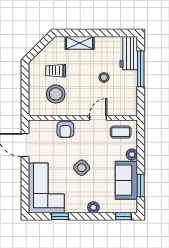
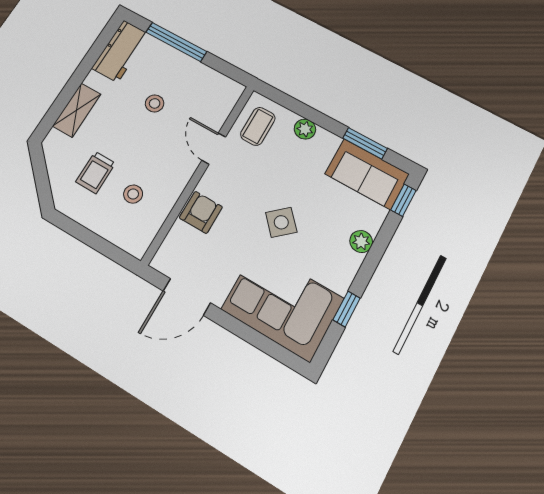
workbench: (129, 53) -> (121, 51), moved, turned -90
stool: (56, 94) -> (133, 194), width x0.53, depth x0.53
armchair: (65, 129) -> (201, 212), turned -90
sofa: (126, 180) -> (367, 174), moved

